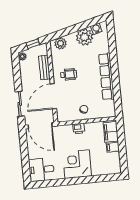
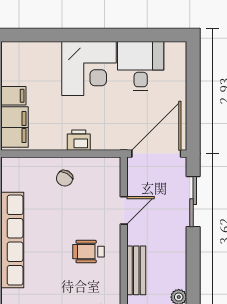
door: (53, 96) -> (124, 210), width x0.53
door: (40, 126) -> (156, 154), hinge flipped
desk: (41, 170) -> (141, 66), moved, turned -90

